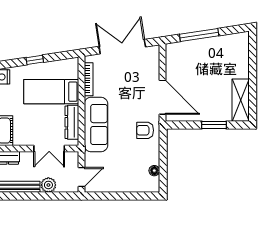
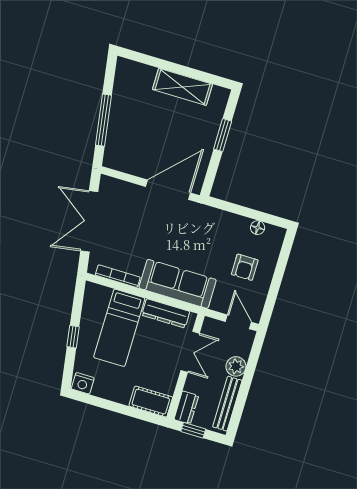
shelving: (241, 100) -> (182, 87), moved
armchair: (145, 130) -> (245, 267), moved

